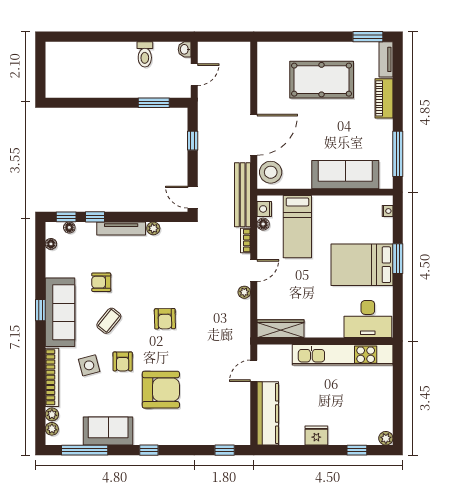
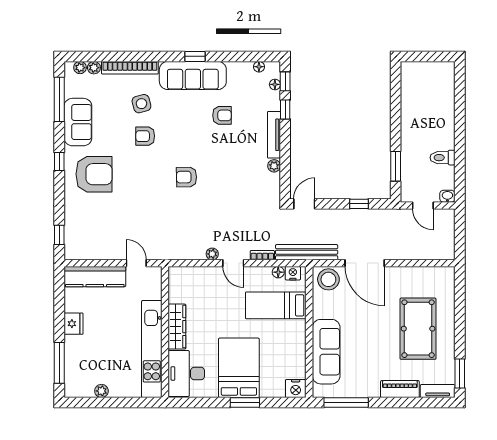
nightstand: (388, 211) -> (296, 389), width x1.89, depth x1.79
armchair: (101, 282) -> (222, 115), turned 90
coffee table: (109, 321) -> (185, 123), removed
wardrobe: (280, 329) -> (177, 327), moved
armchair: (161, 390) -> (94, 174), moved, turned -90
plant: (386, 438) -> (101, 391), moved
window: (357, 450) -> (59, 363), width x2.17

